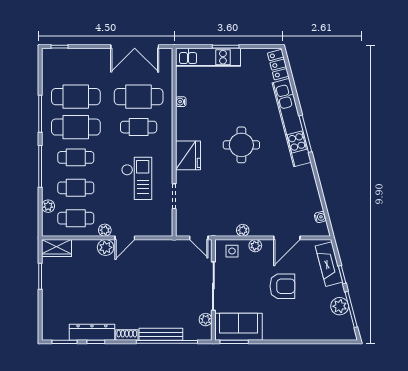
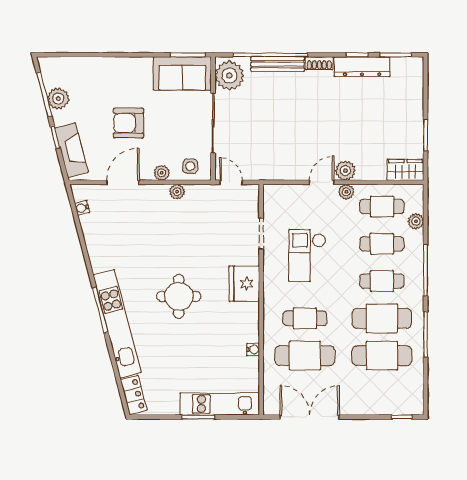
plant: (206, 320) -> (229, 75), width x1.88, depth x1.88

